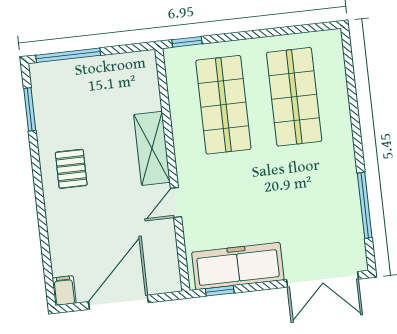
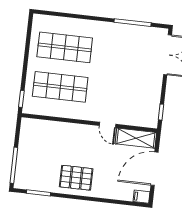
shelving: (152, 148) -> (136, 138), moved
pallet: (71, 169) -> (76, 178), width x1.50, depth x1.42
freezer: (238, 266) -> (150, 99), removed
door: (118, 302) -> (155, 169), hinge flipped

